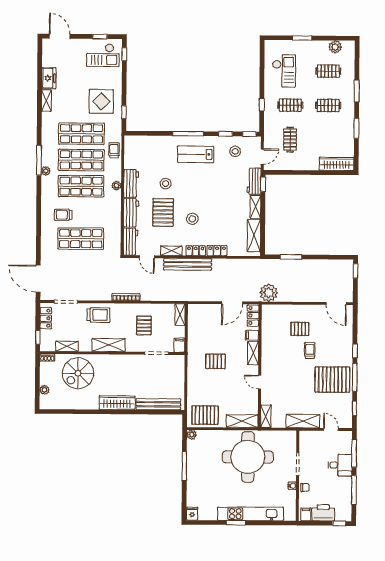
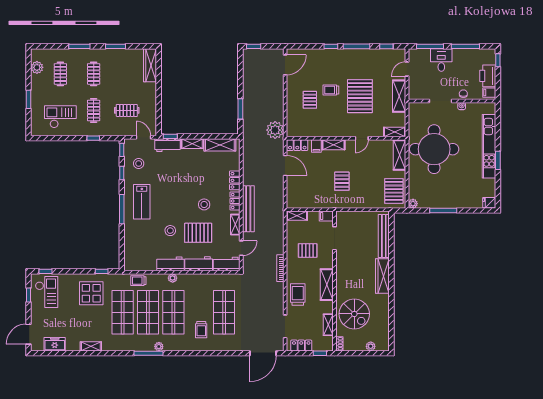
freezer: (49, 78) -> (55, 344), moved
pallet: (332, 380) -> (360, 96), moved

